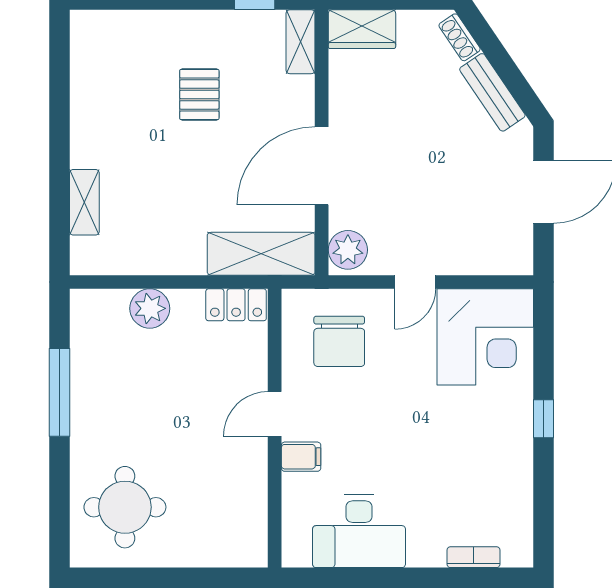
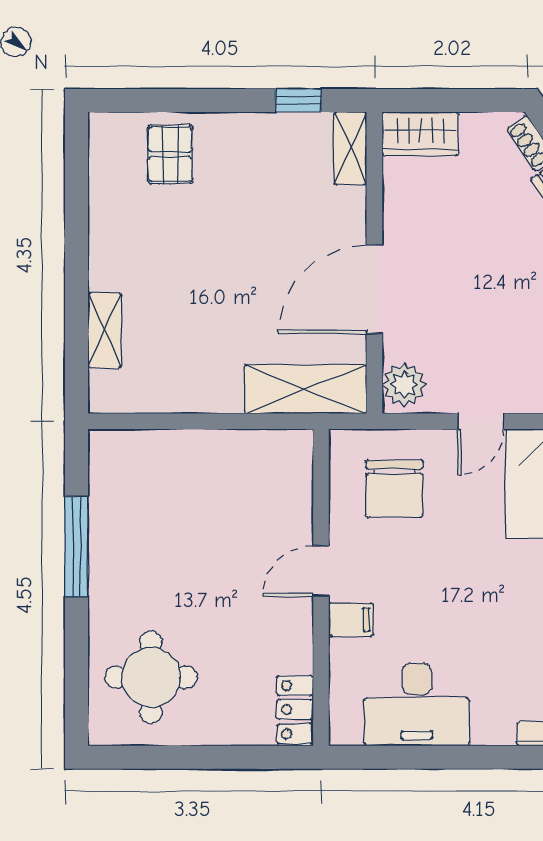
pallet: (199, 95) -> (170, 154), moved
locker: (236, 305) -> (295, 710), moved, turned 90
plant: (150, 308) -> (179, 451), removed

